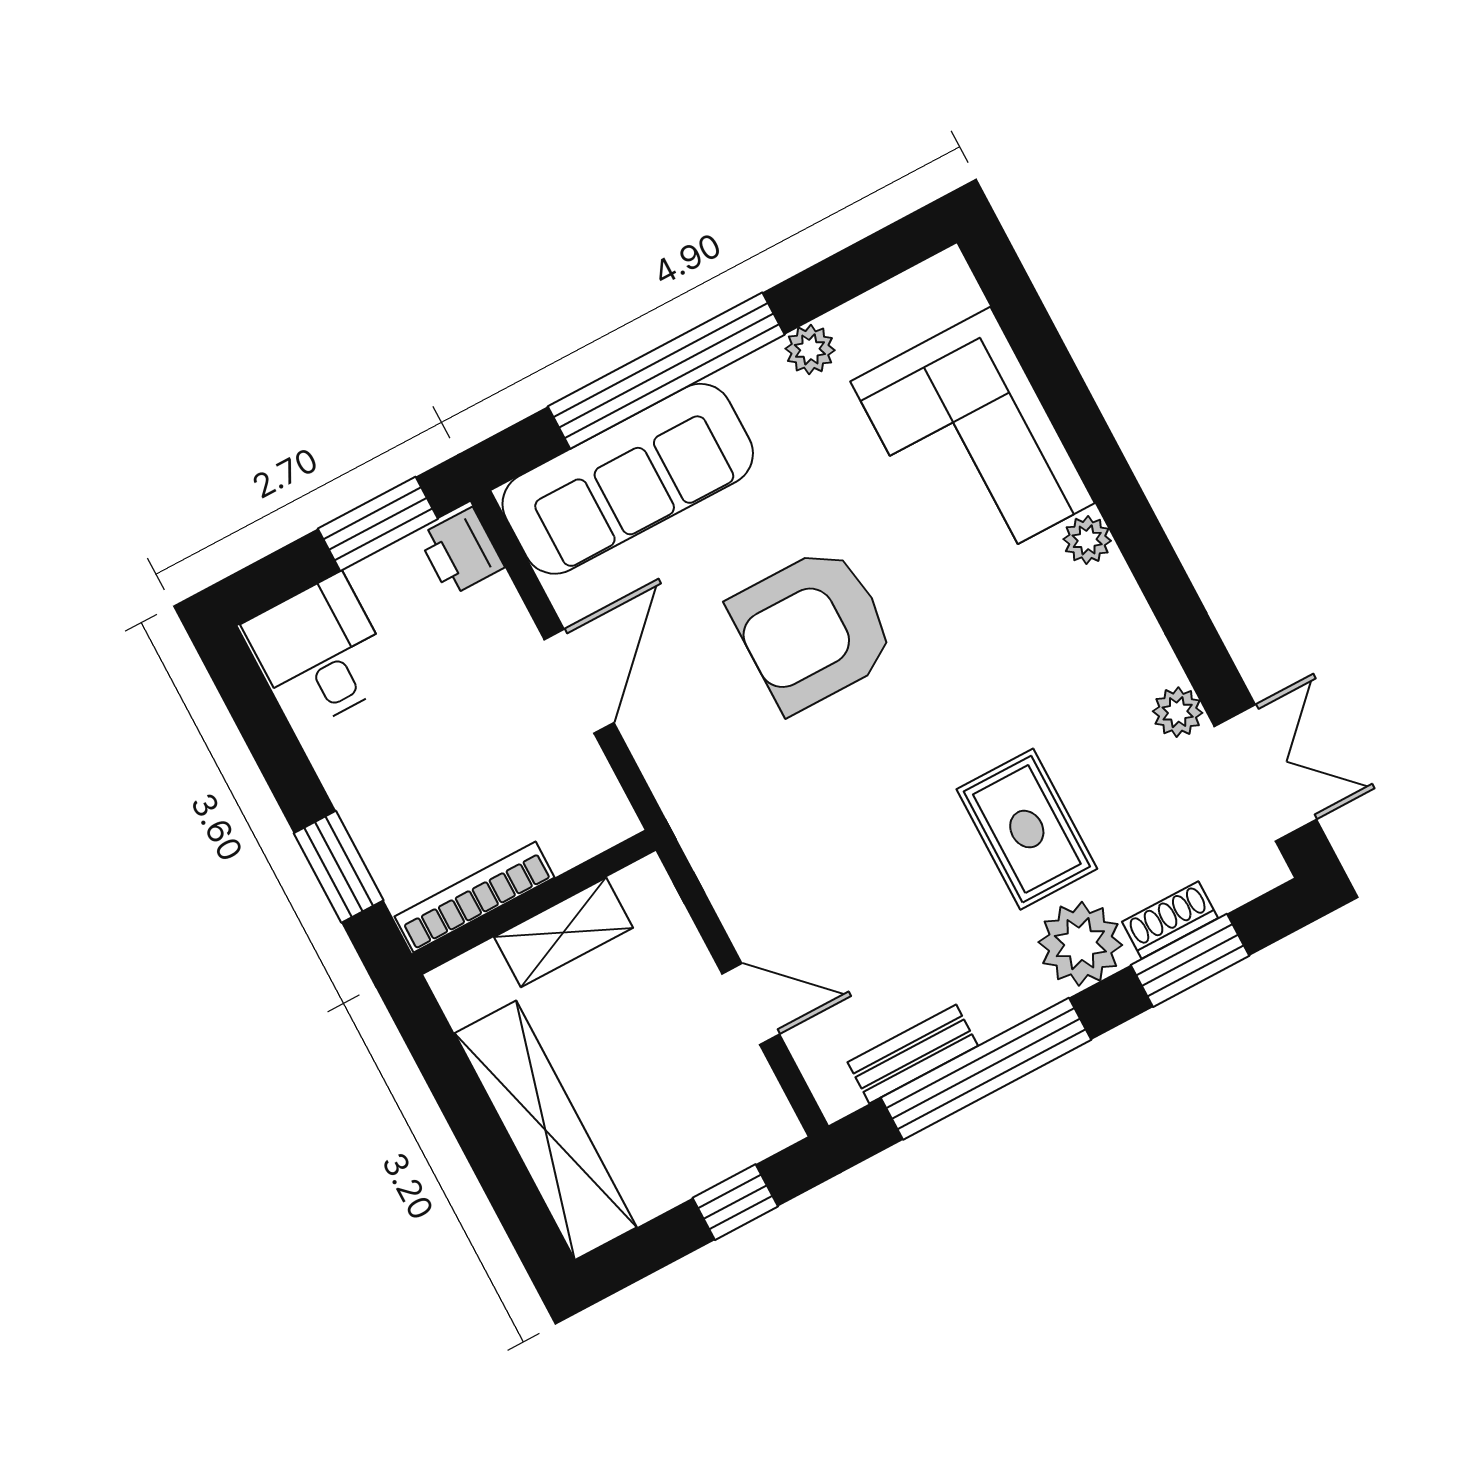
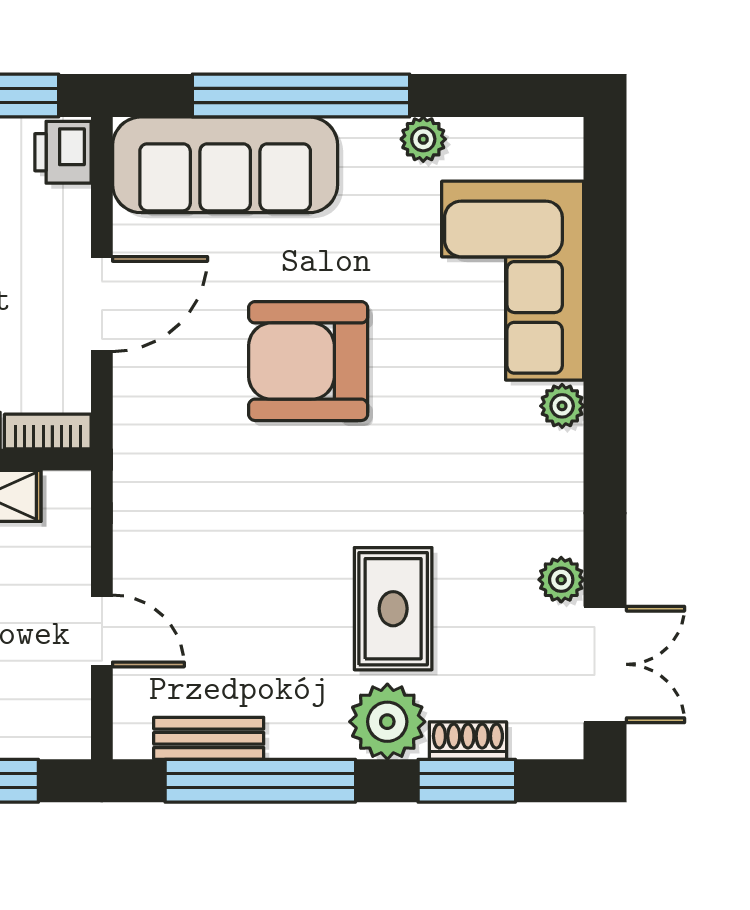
bookcase: (593, 835) -> (48, 432), added

